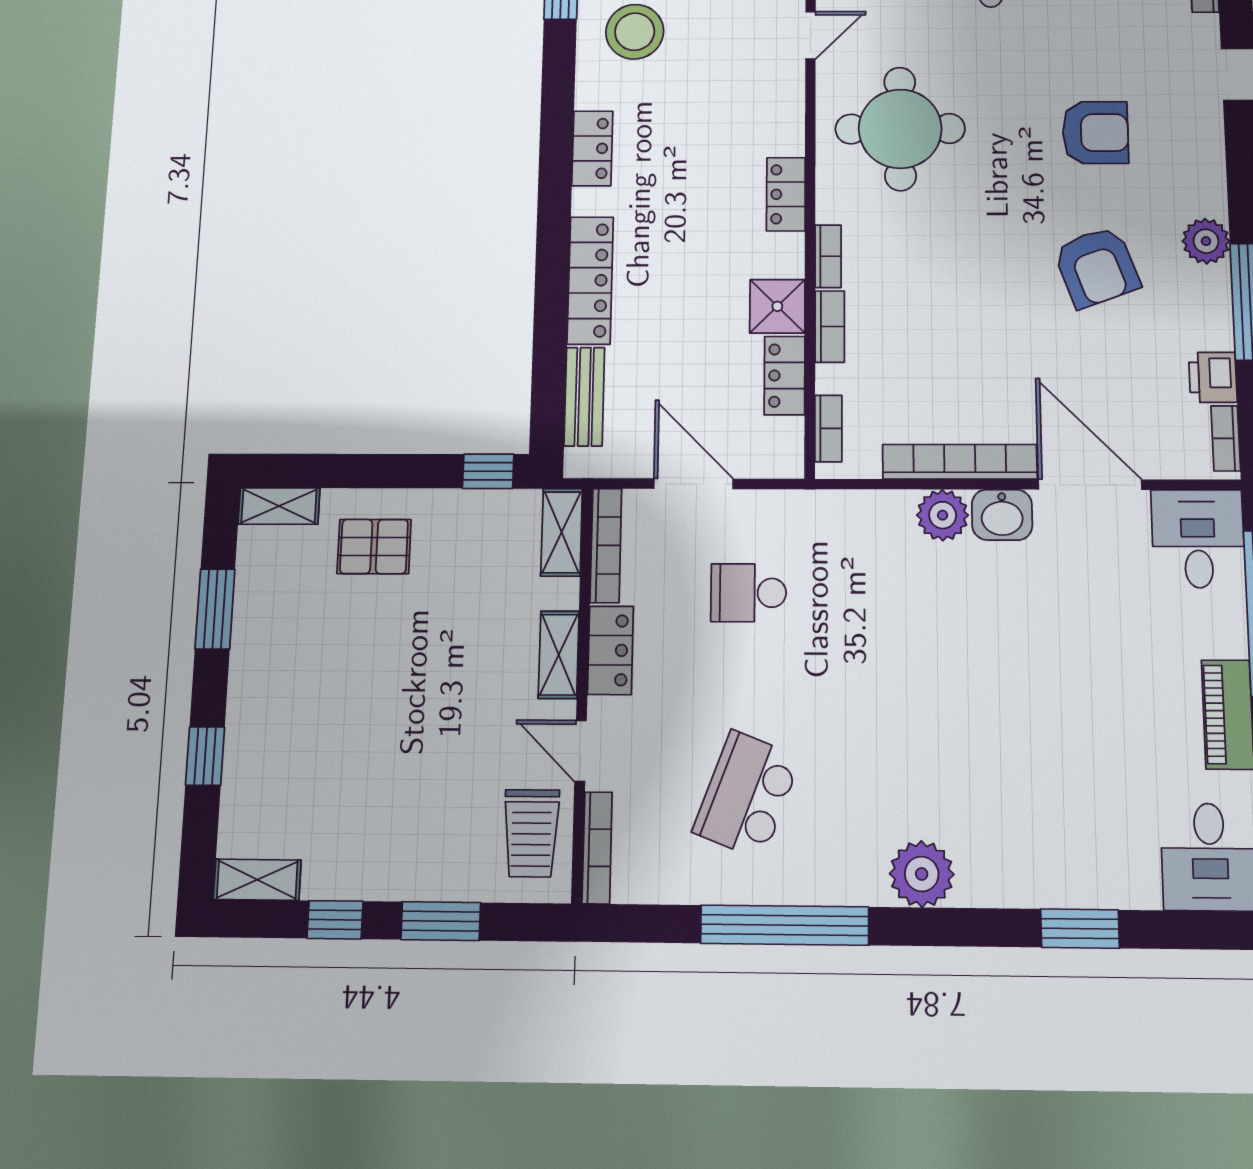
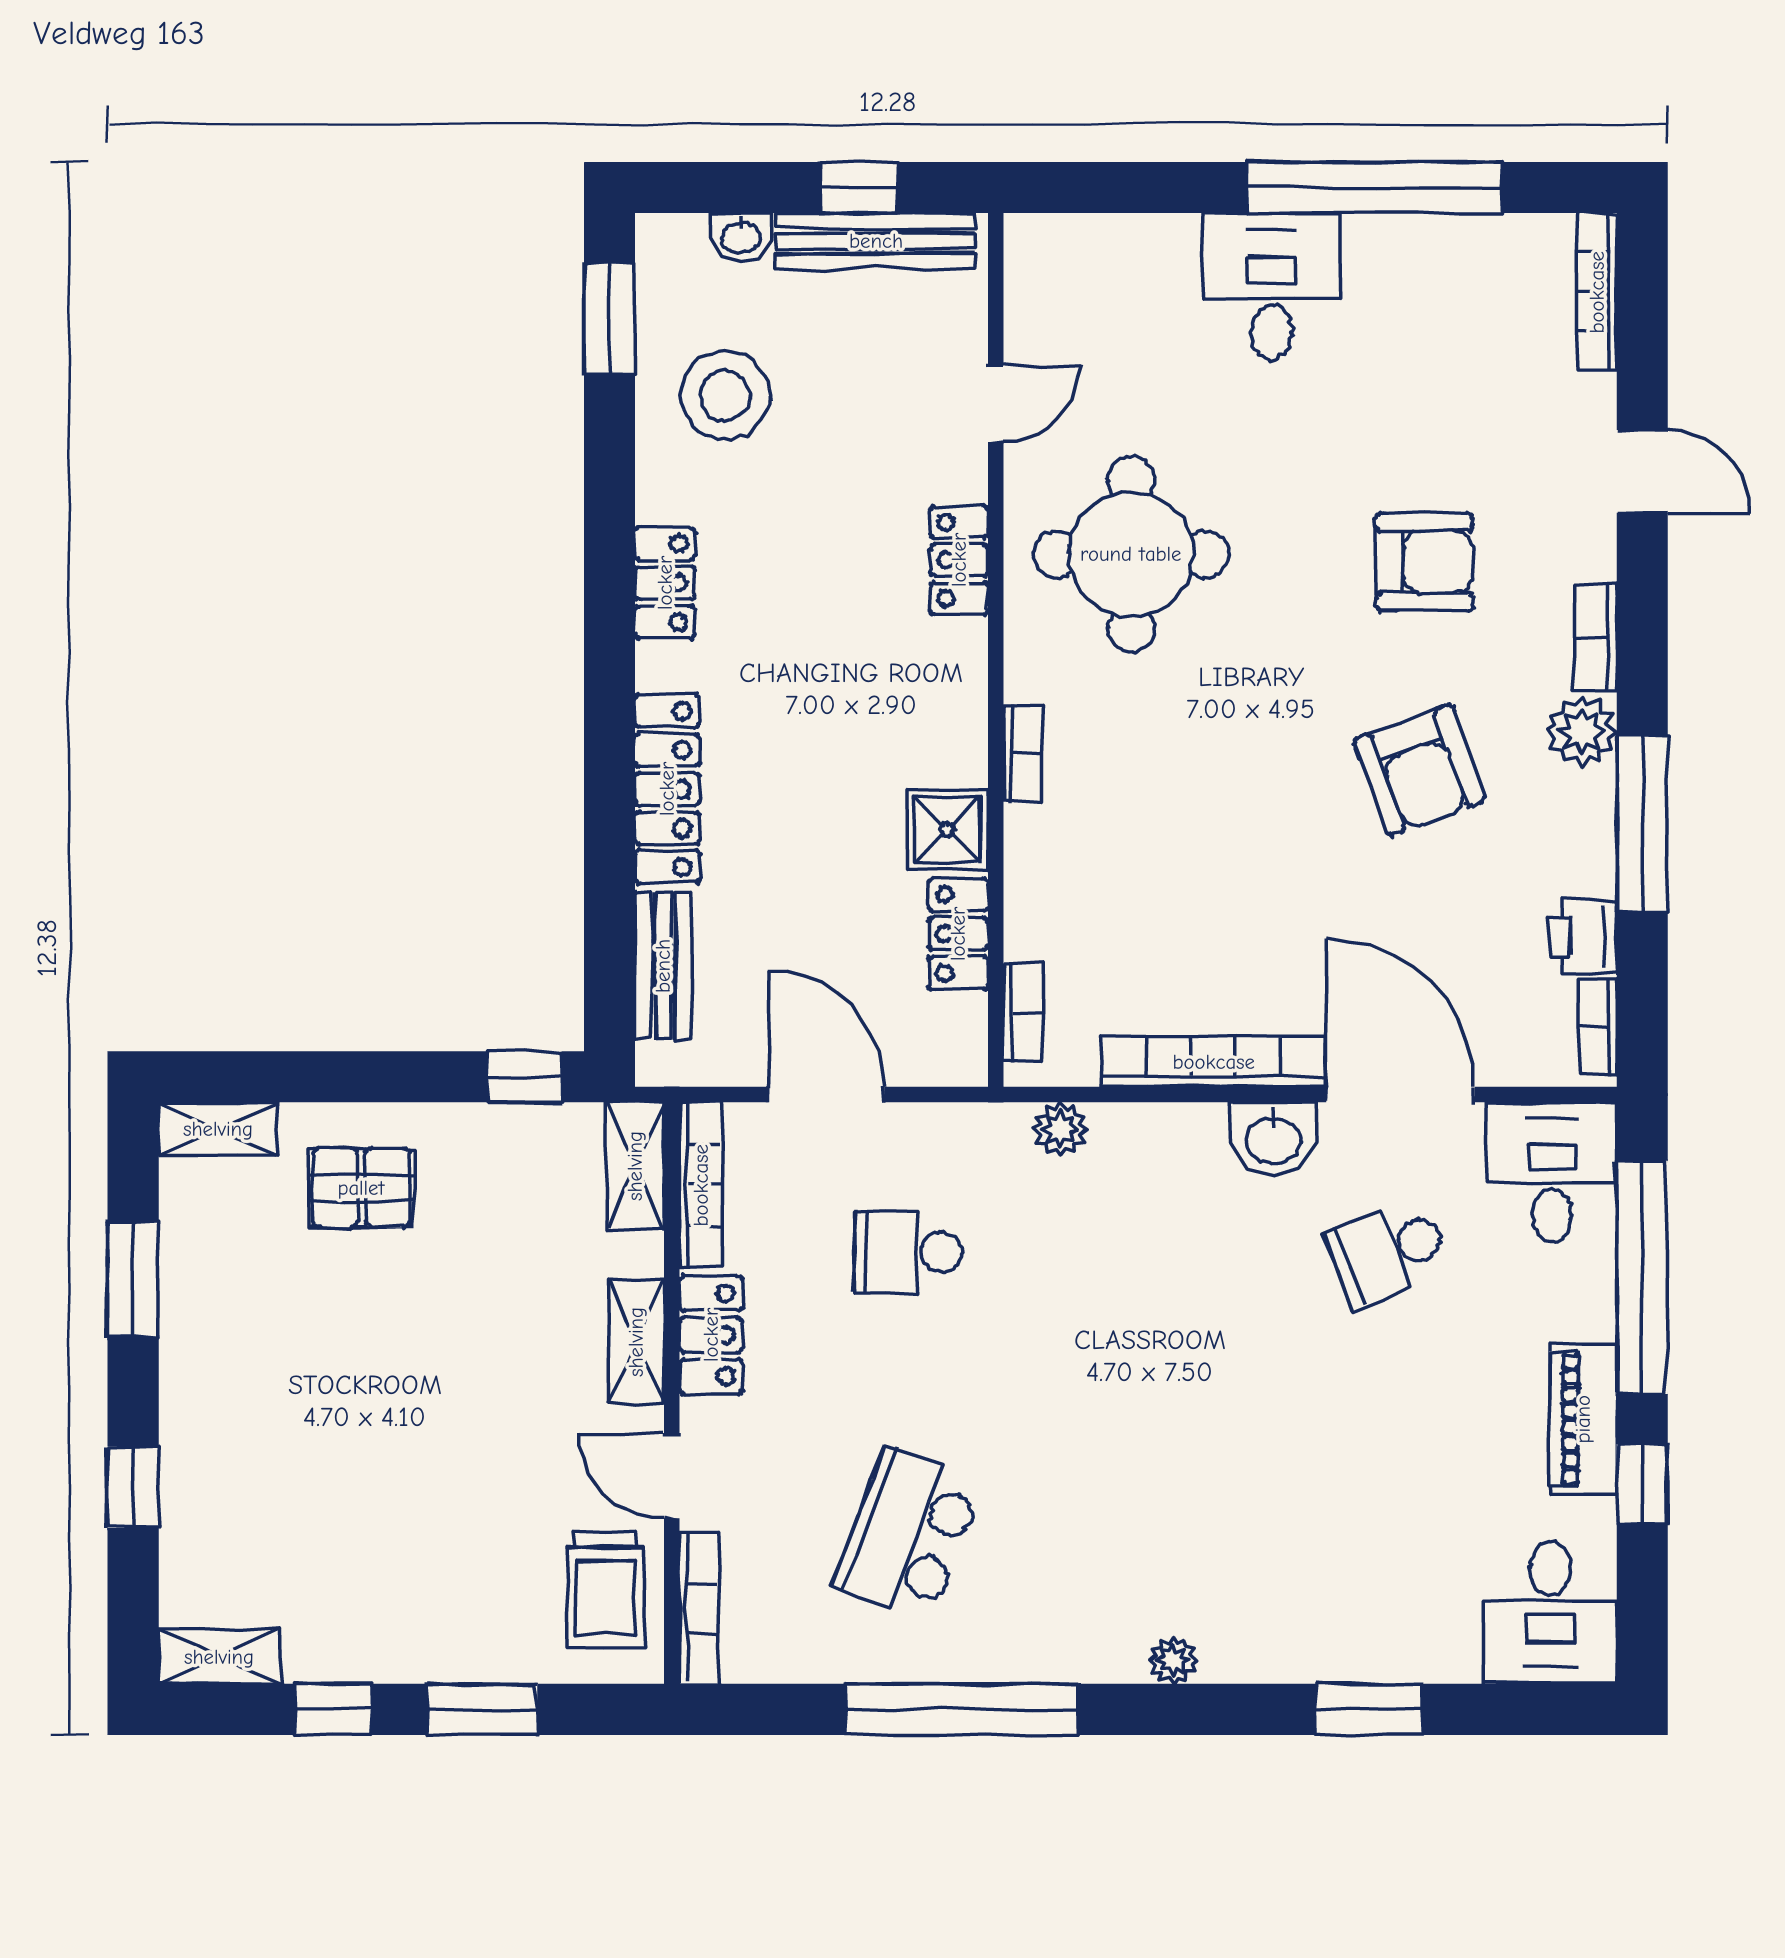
locker: (786, 194) -> (959, 560), moved
bookcase: (830, 327) -> (1595, 637), moved, turned 180
plant: (943, 515) -> (1060, 1129), moved, width x0.73, depth x0.73
school desk: (1084, 594) -> (1388, 1252), added
plant: (922, 874) -> (1173, 1660), width x0.53, depth x0.53

